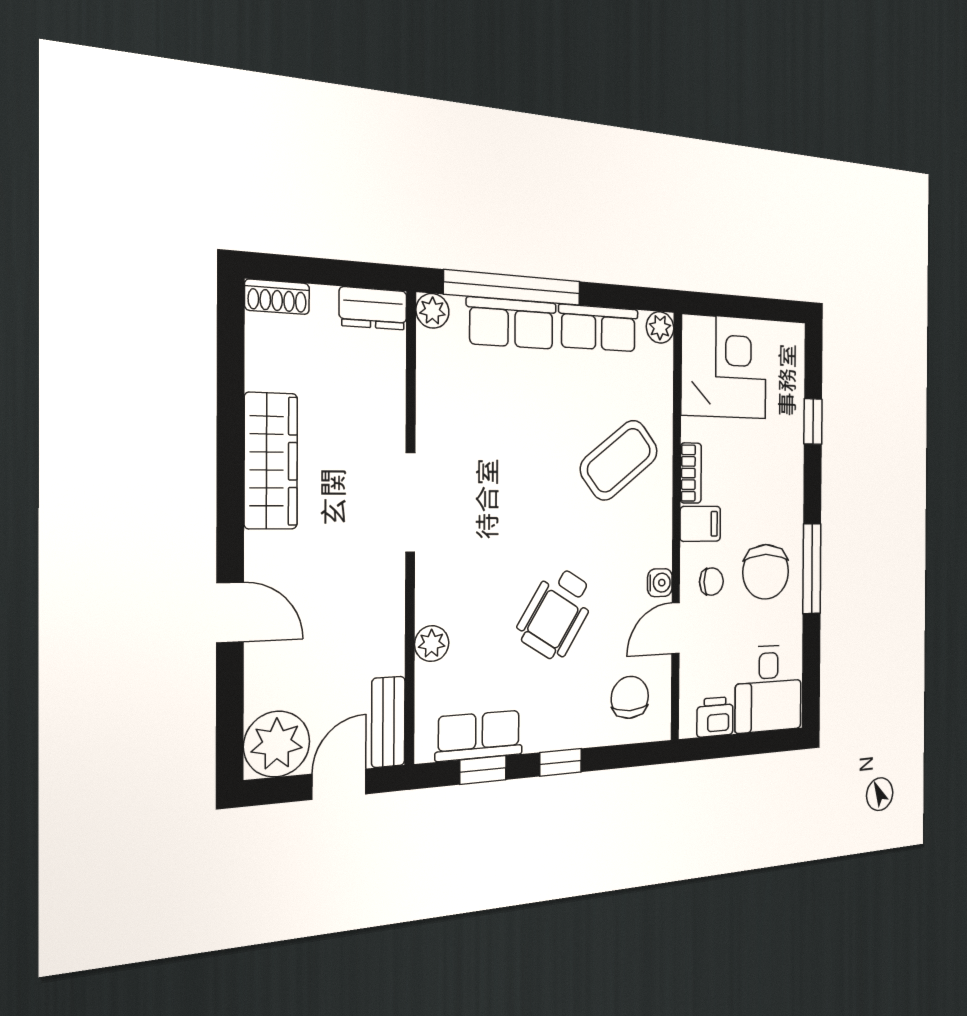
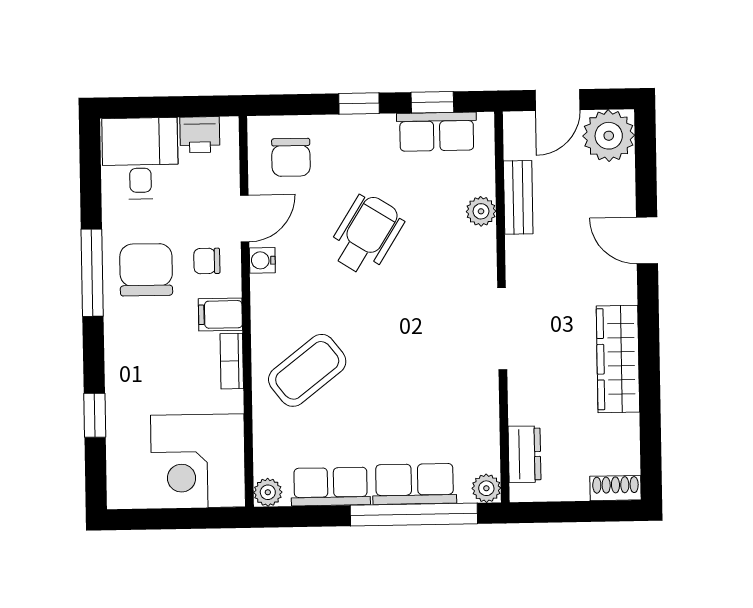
dresser: (373, 308) -> (524, 454), moved, turned 90
bench: (388, 722) -> (518, 197), moved

